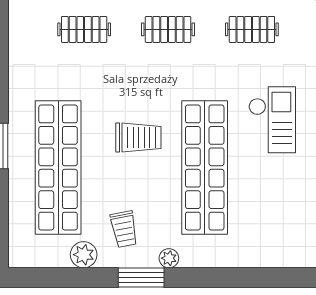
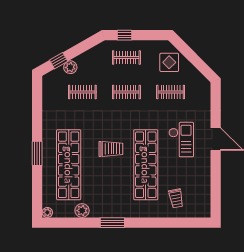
trolley: (124, 229) -> (176, 198), moved
plant: (169, 258) -> (47, 212), moved

